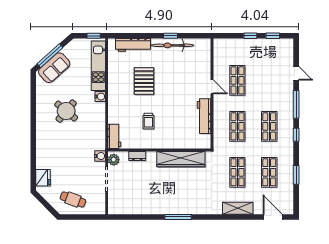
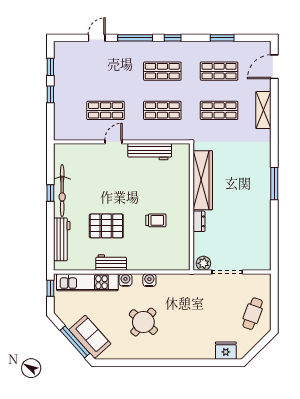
workbench: (114, 136) -> (111, 263), moved
water cooler: (100, 156) -> (149, 280), moved
dresser: (137, 156) -> (199, 221), moved

